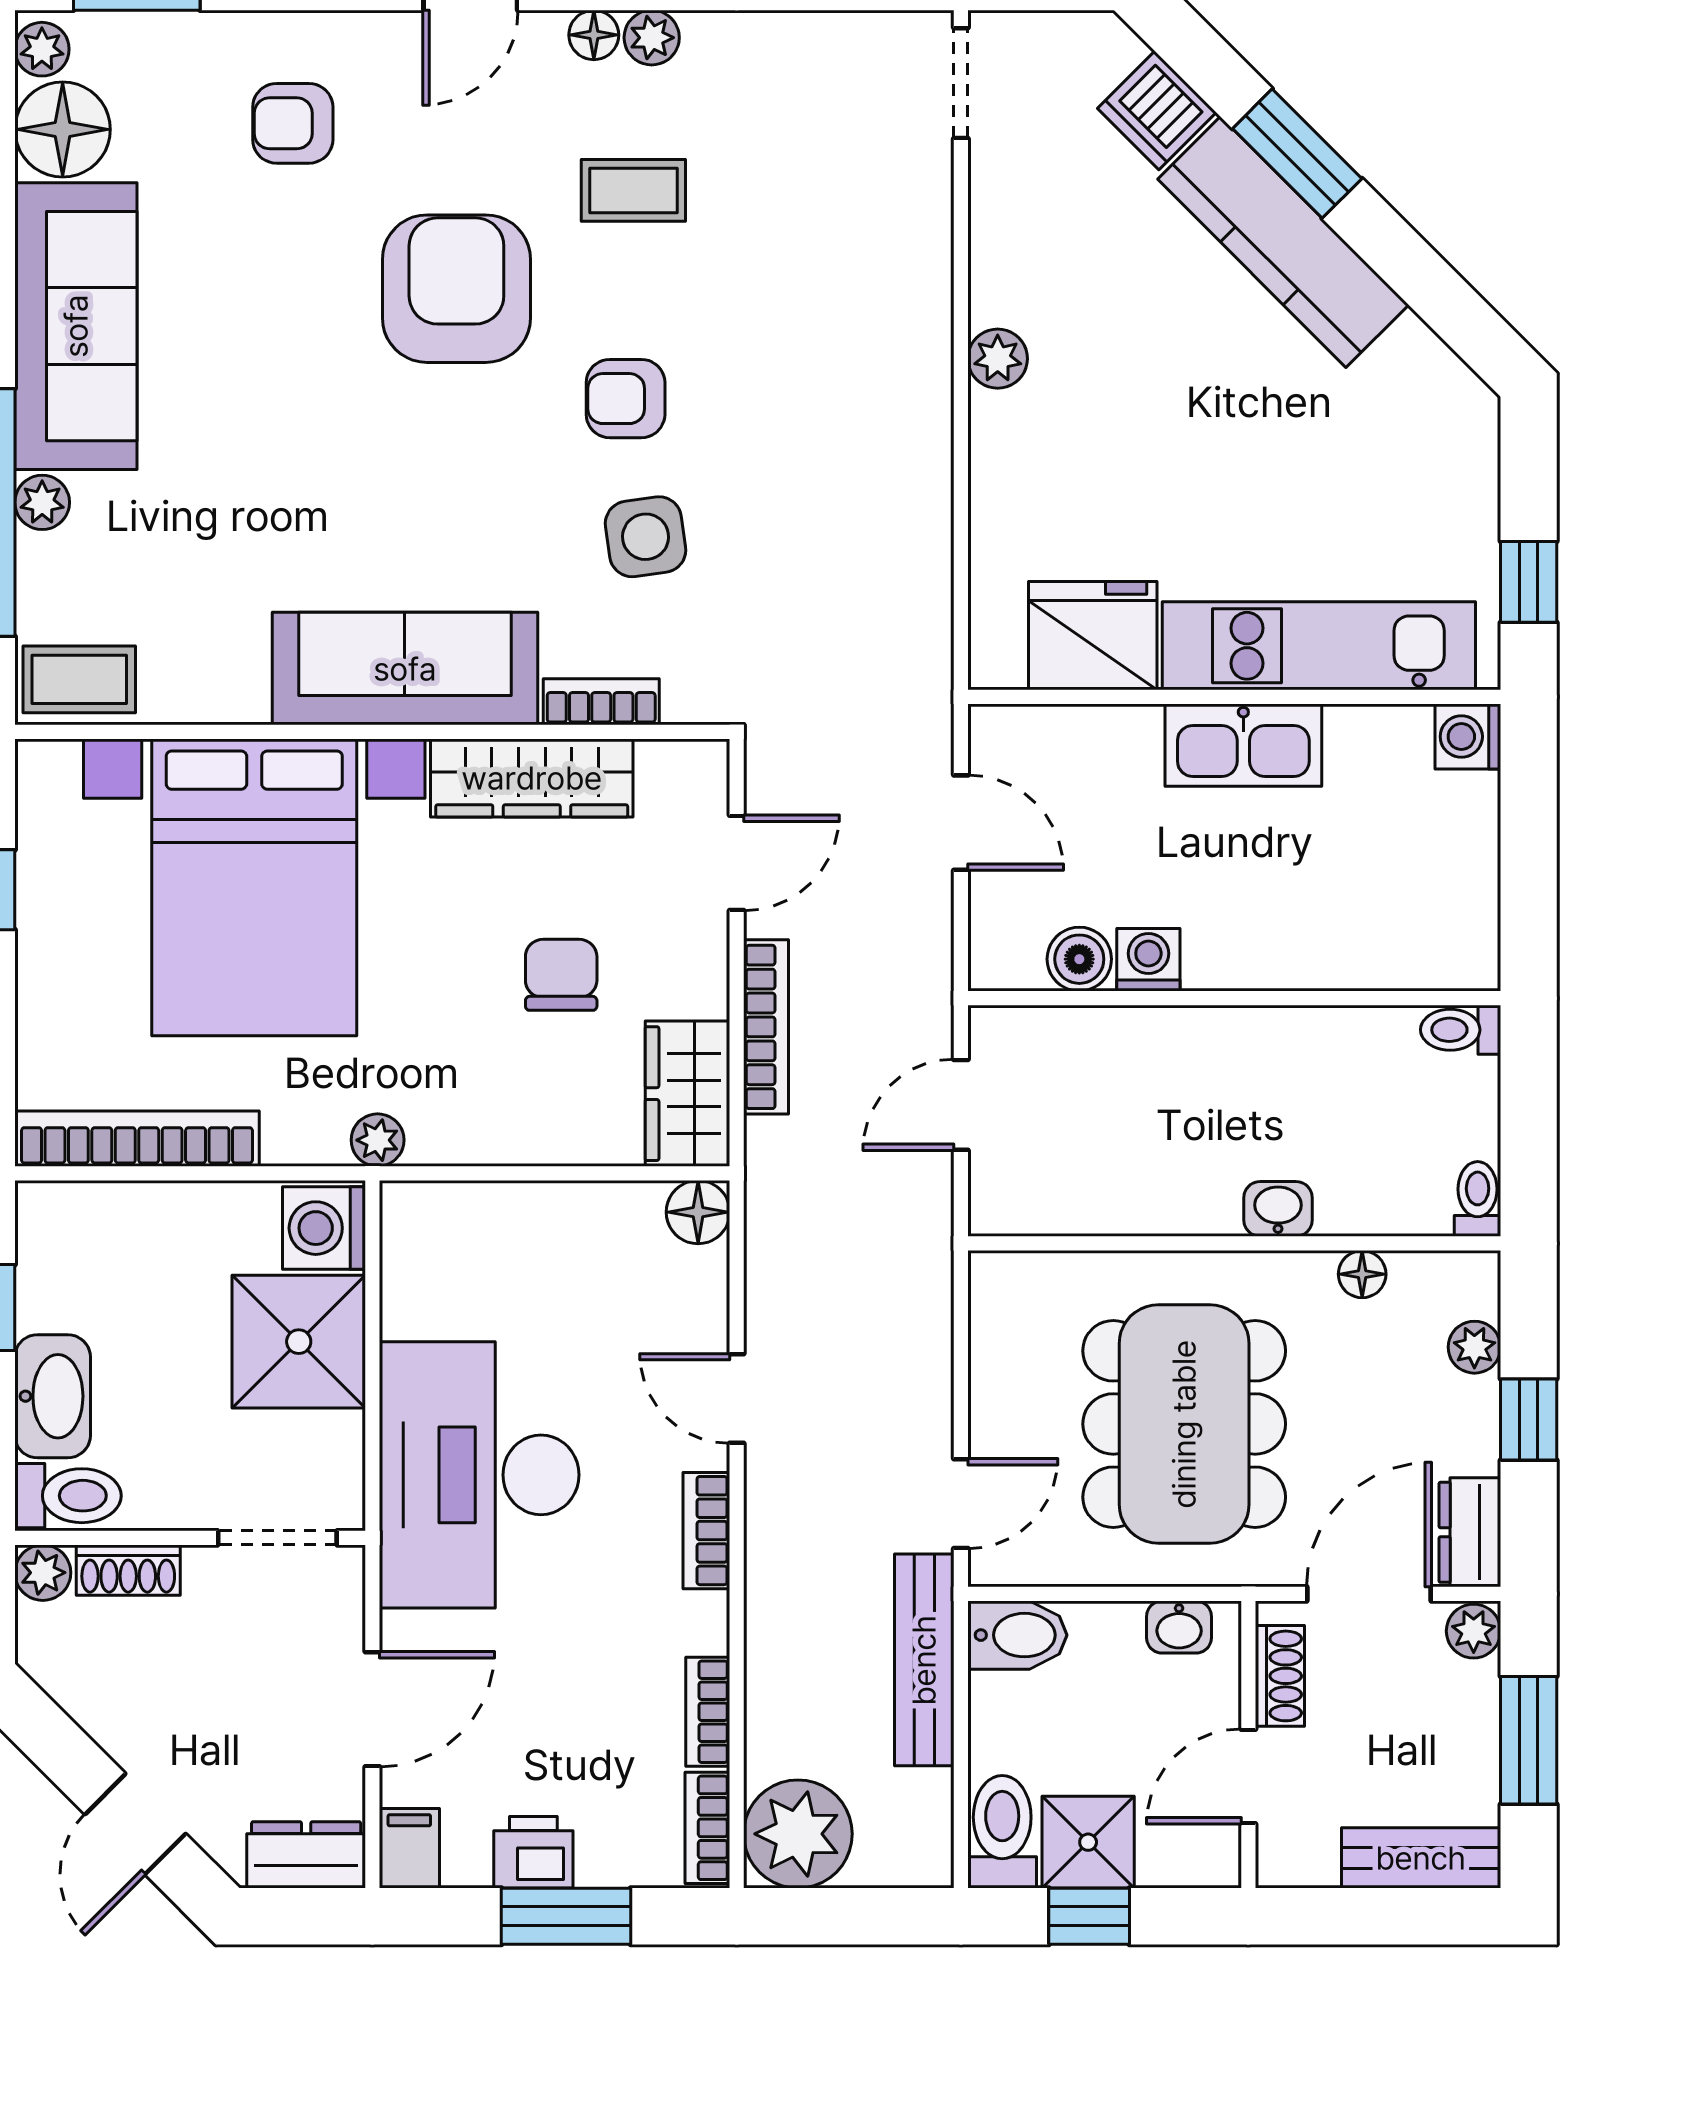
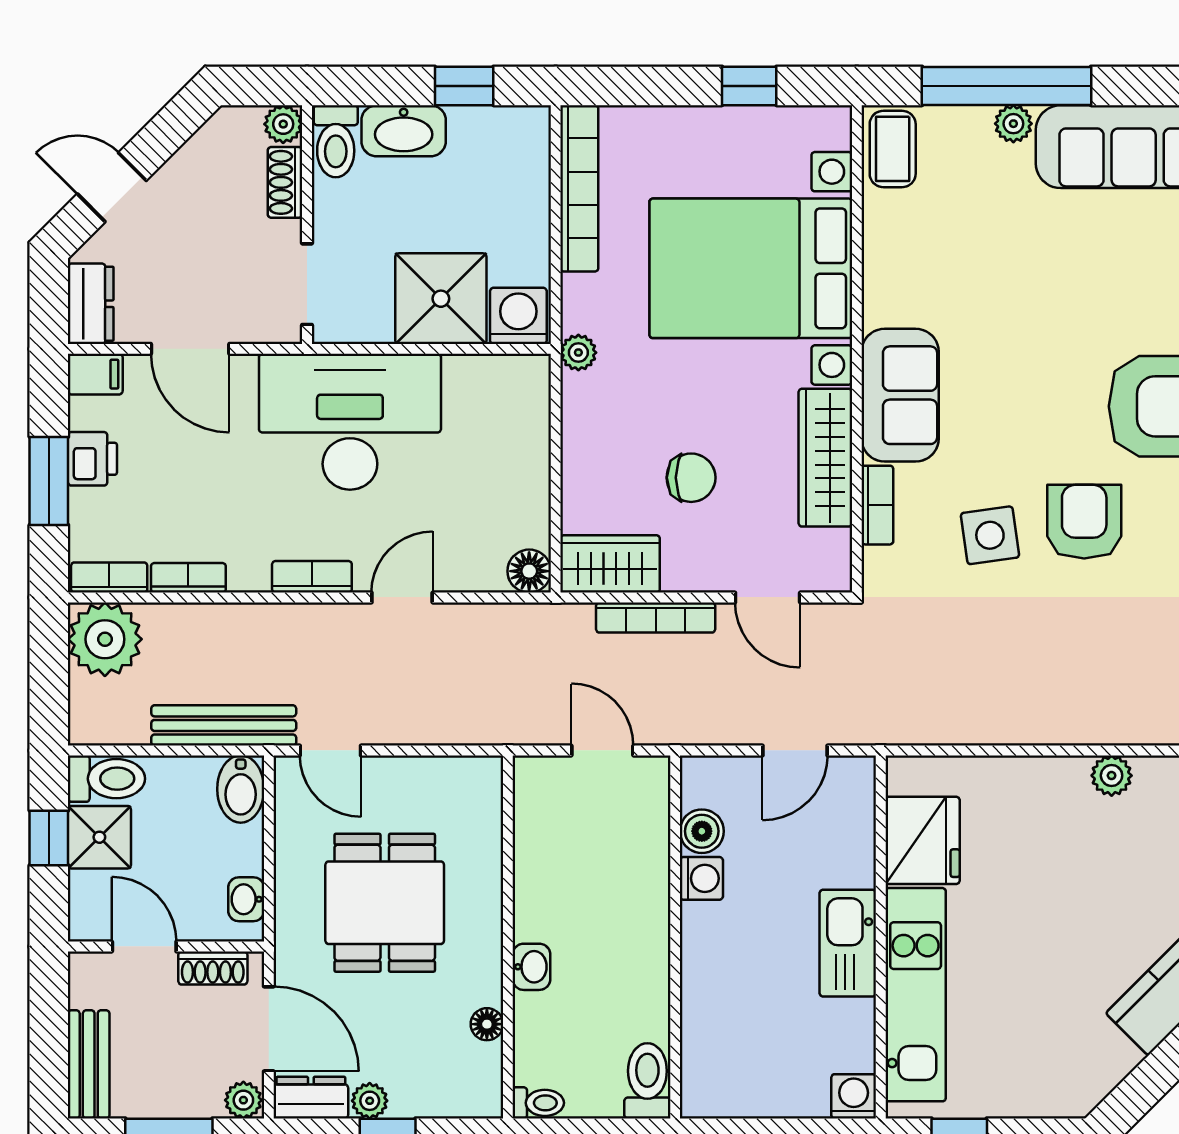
armchair: (626, 399) -> (1084, 522), width x1.38, depth x1.38
sofa: (405, 669) -> (900, 395), width x0.73
toilet: (1461, 1030) -> (647, 1081), width x1.37, depth x1.39
plant: (1474, 1347) -> (370, 1101), moved
dining table: (1184, 1424) -> (385, 903), width x0.73

